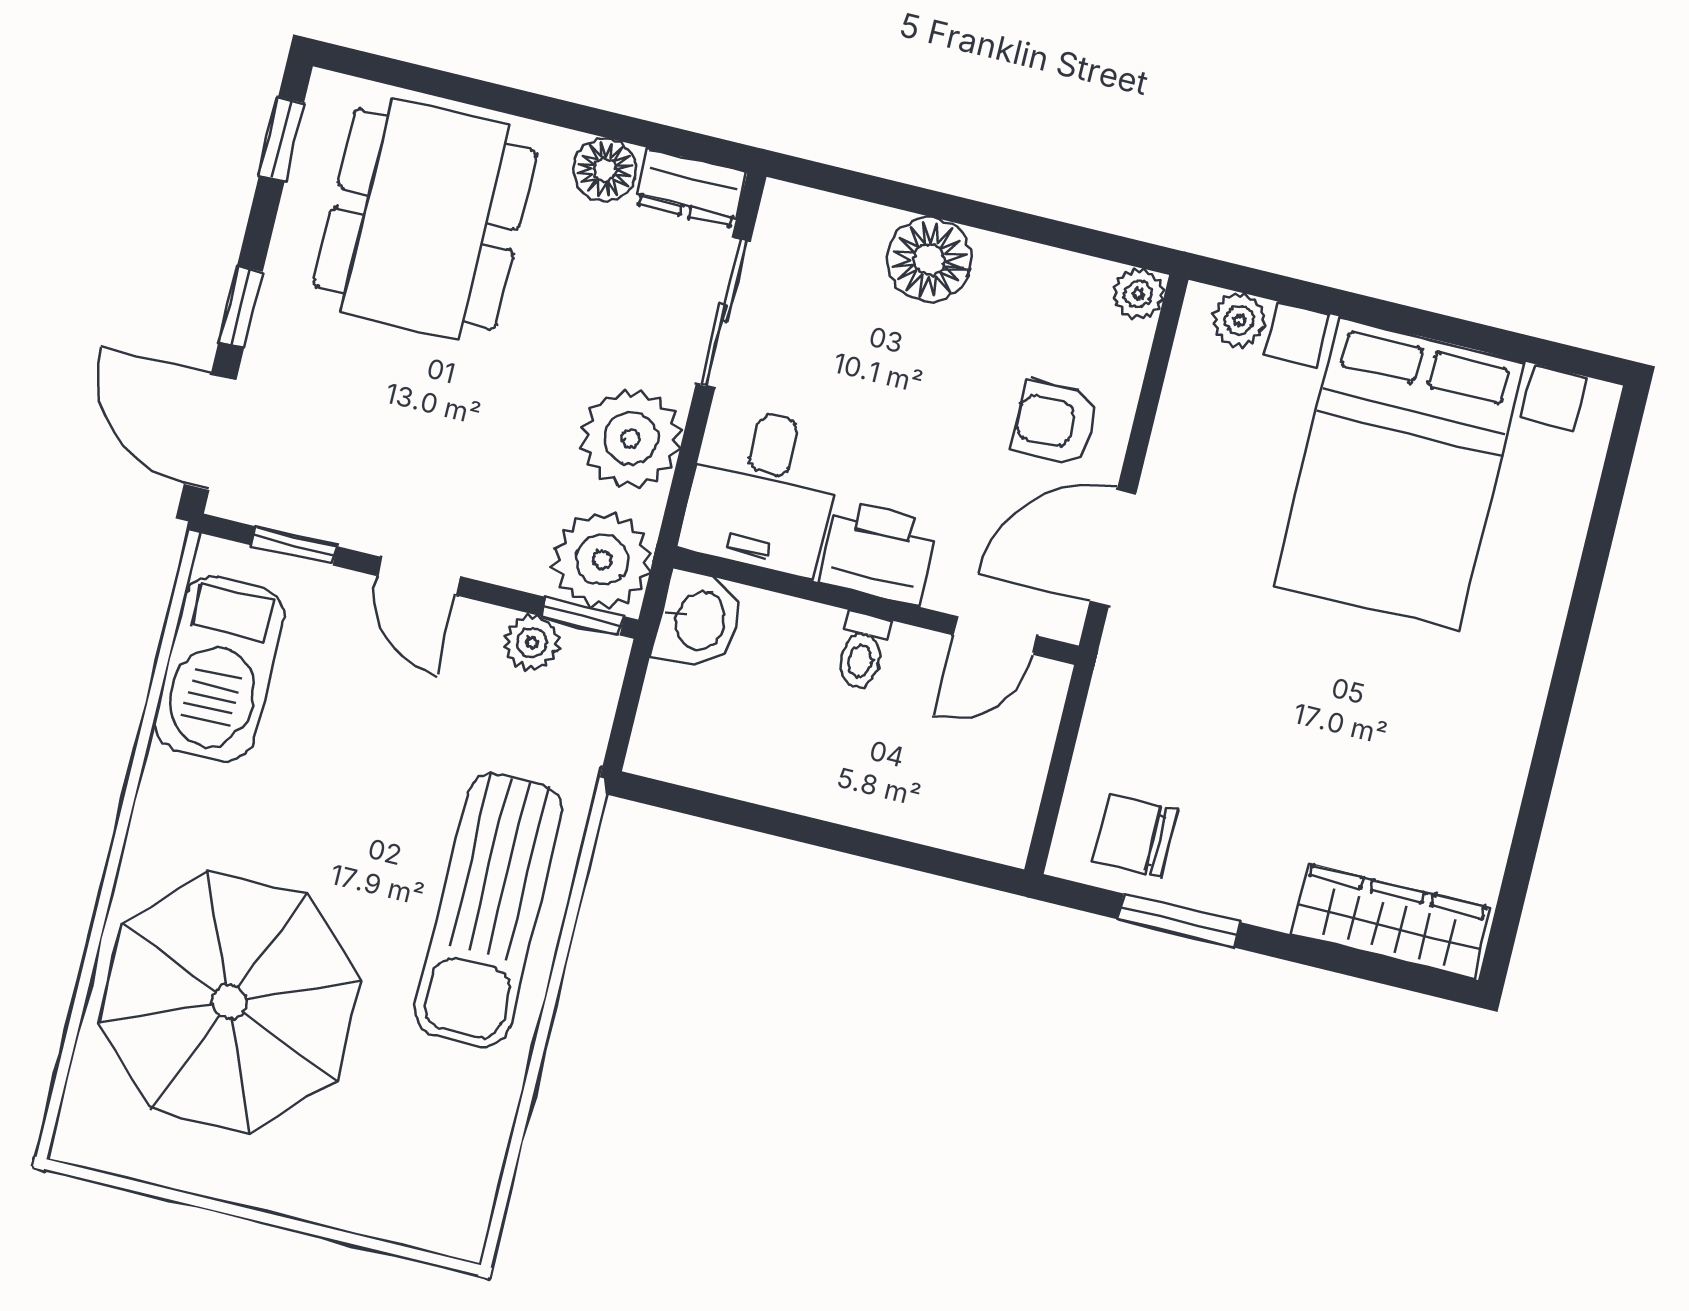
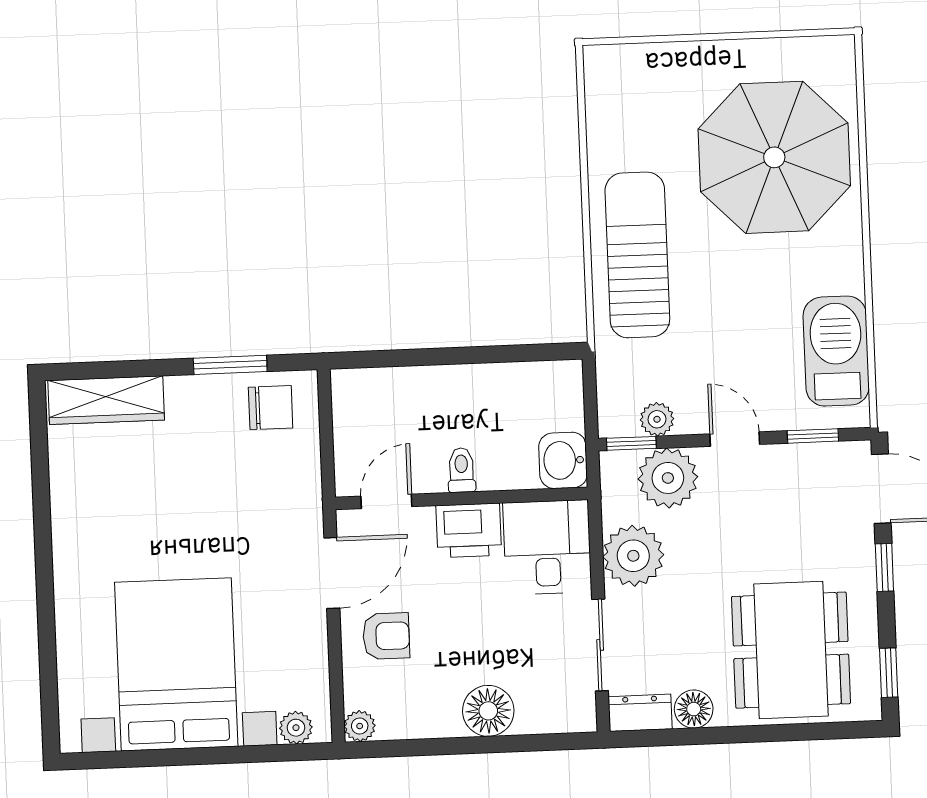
plant: (602, 560) -> (668, 478), moved

